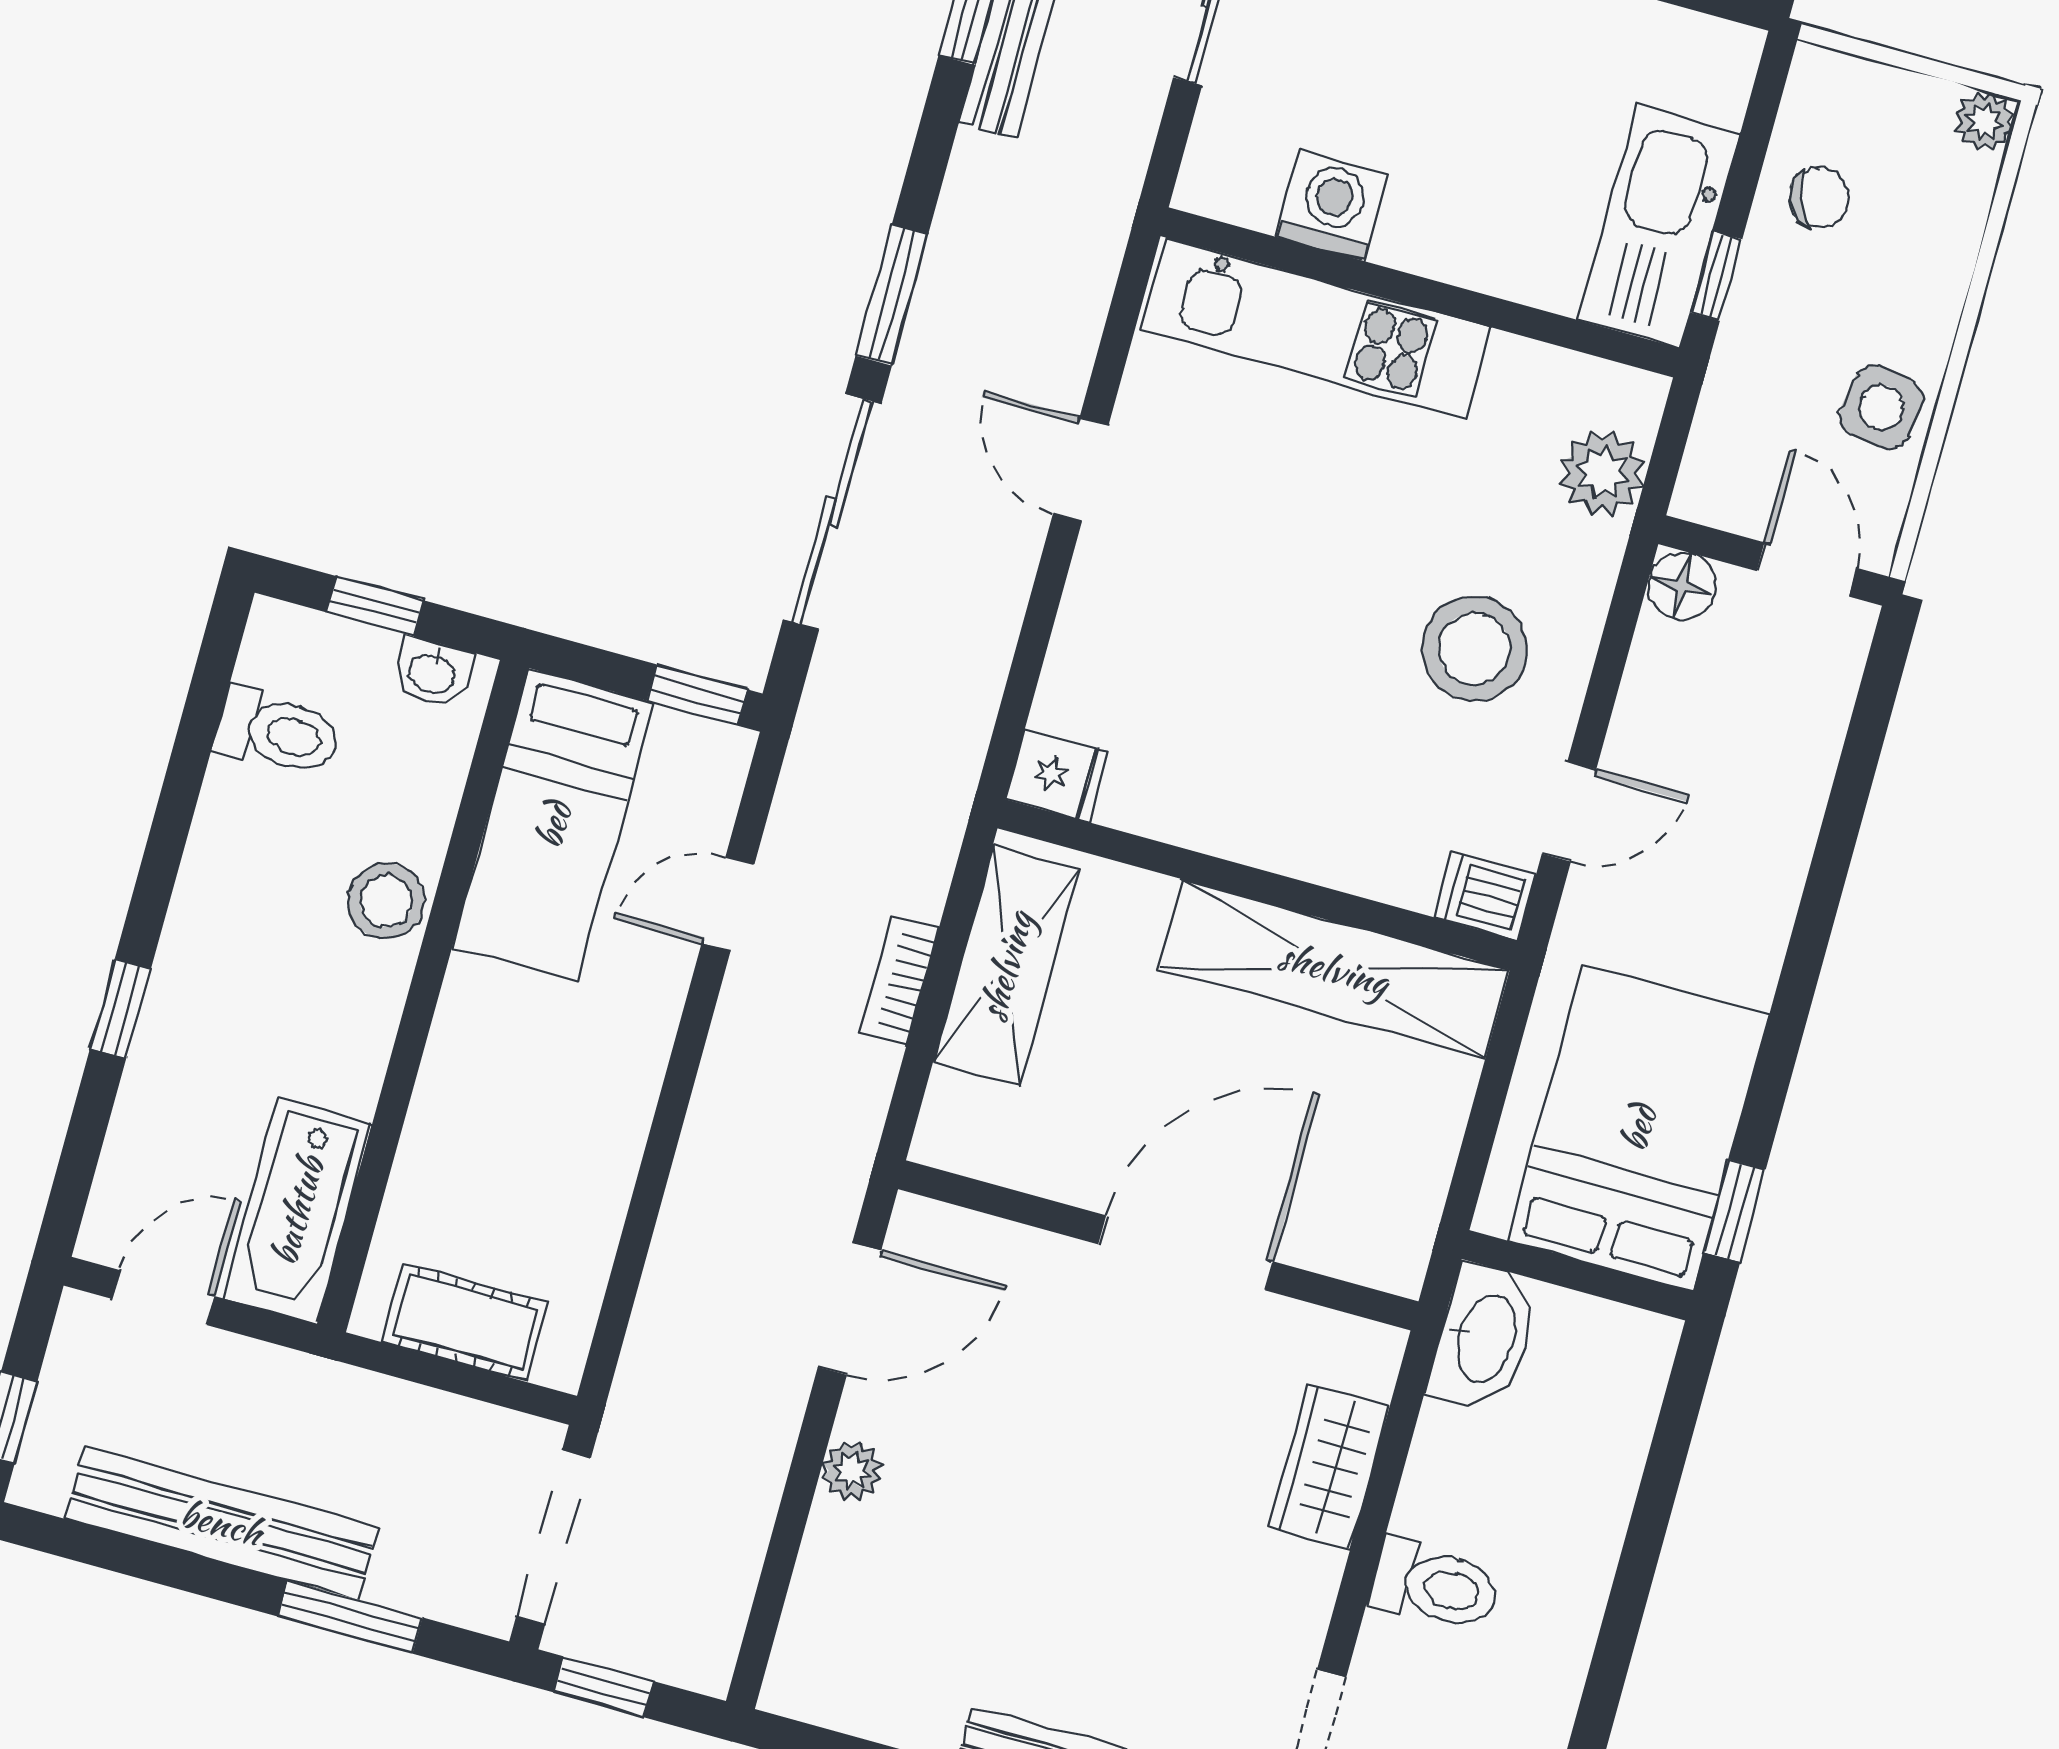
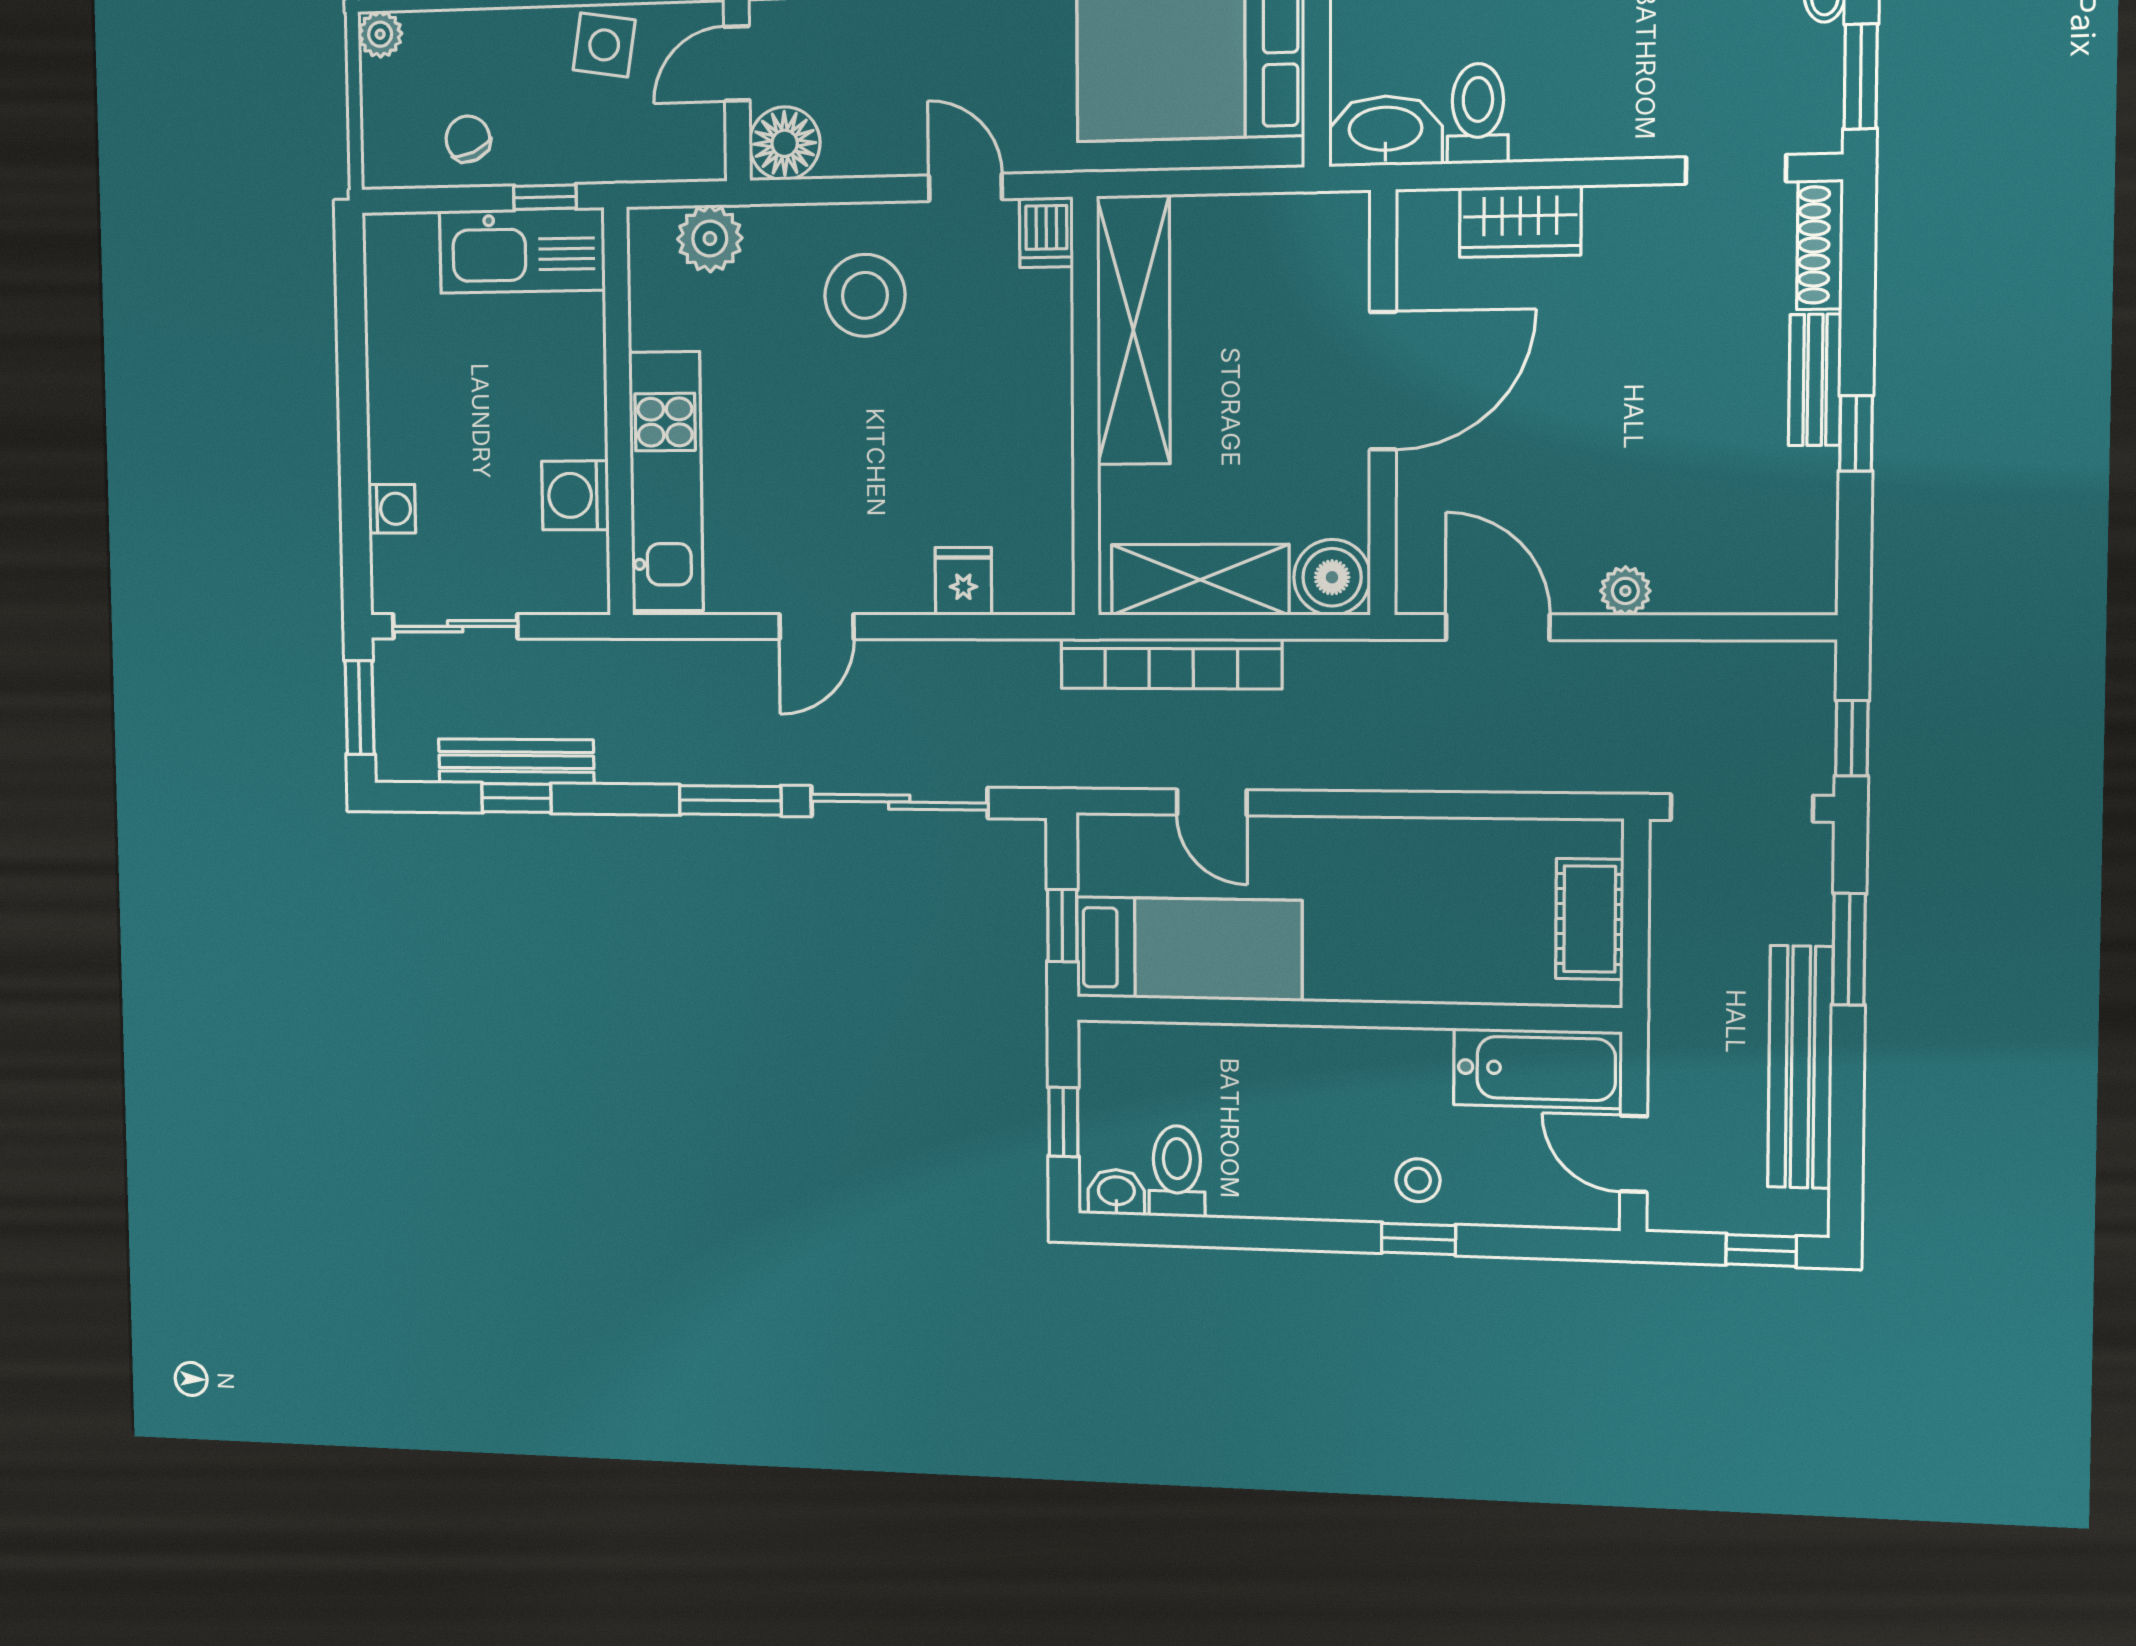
floor lamp: (1682, 586) -> (785, 143), width x1.38, depth x1.38
washbasin: (433, 672) -> (1116, 1192), moved, turned -90
window: (697, 695) -> (1062, 926), moved
fridge: (1057, 776) -> (963, 581), moved
stool: (386, 901) -> (1418, 1180), moved, width x0.73, depth x0.73
bookcase: (899, 980) -> (1171, 664), width x2.31, depth x1.31
boiler: (965, 1127) -> (1332, 577), added
door: (1186, 1253) -> (1383, 381), swing flipped
toilet: (1435, 1586) -> (1478, 113), moved

